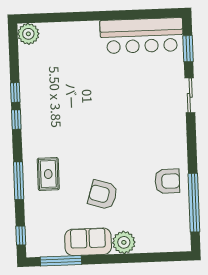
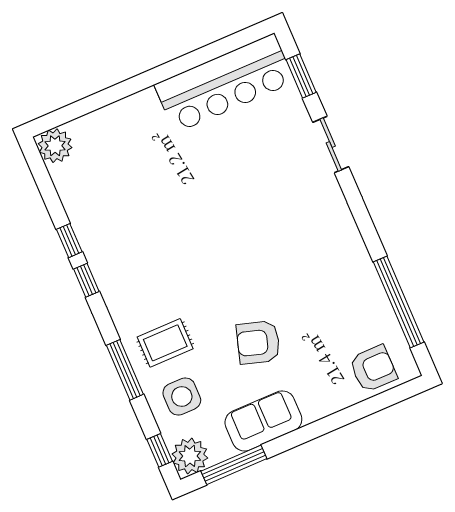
rug: (48, 174) -> (165, 343), turned 90
armchair: (167, 181) -> (373, 369), moved
side table: (46, 209) -> (182, 396), added
plant: (124, 242) -> (190, 456), moved

